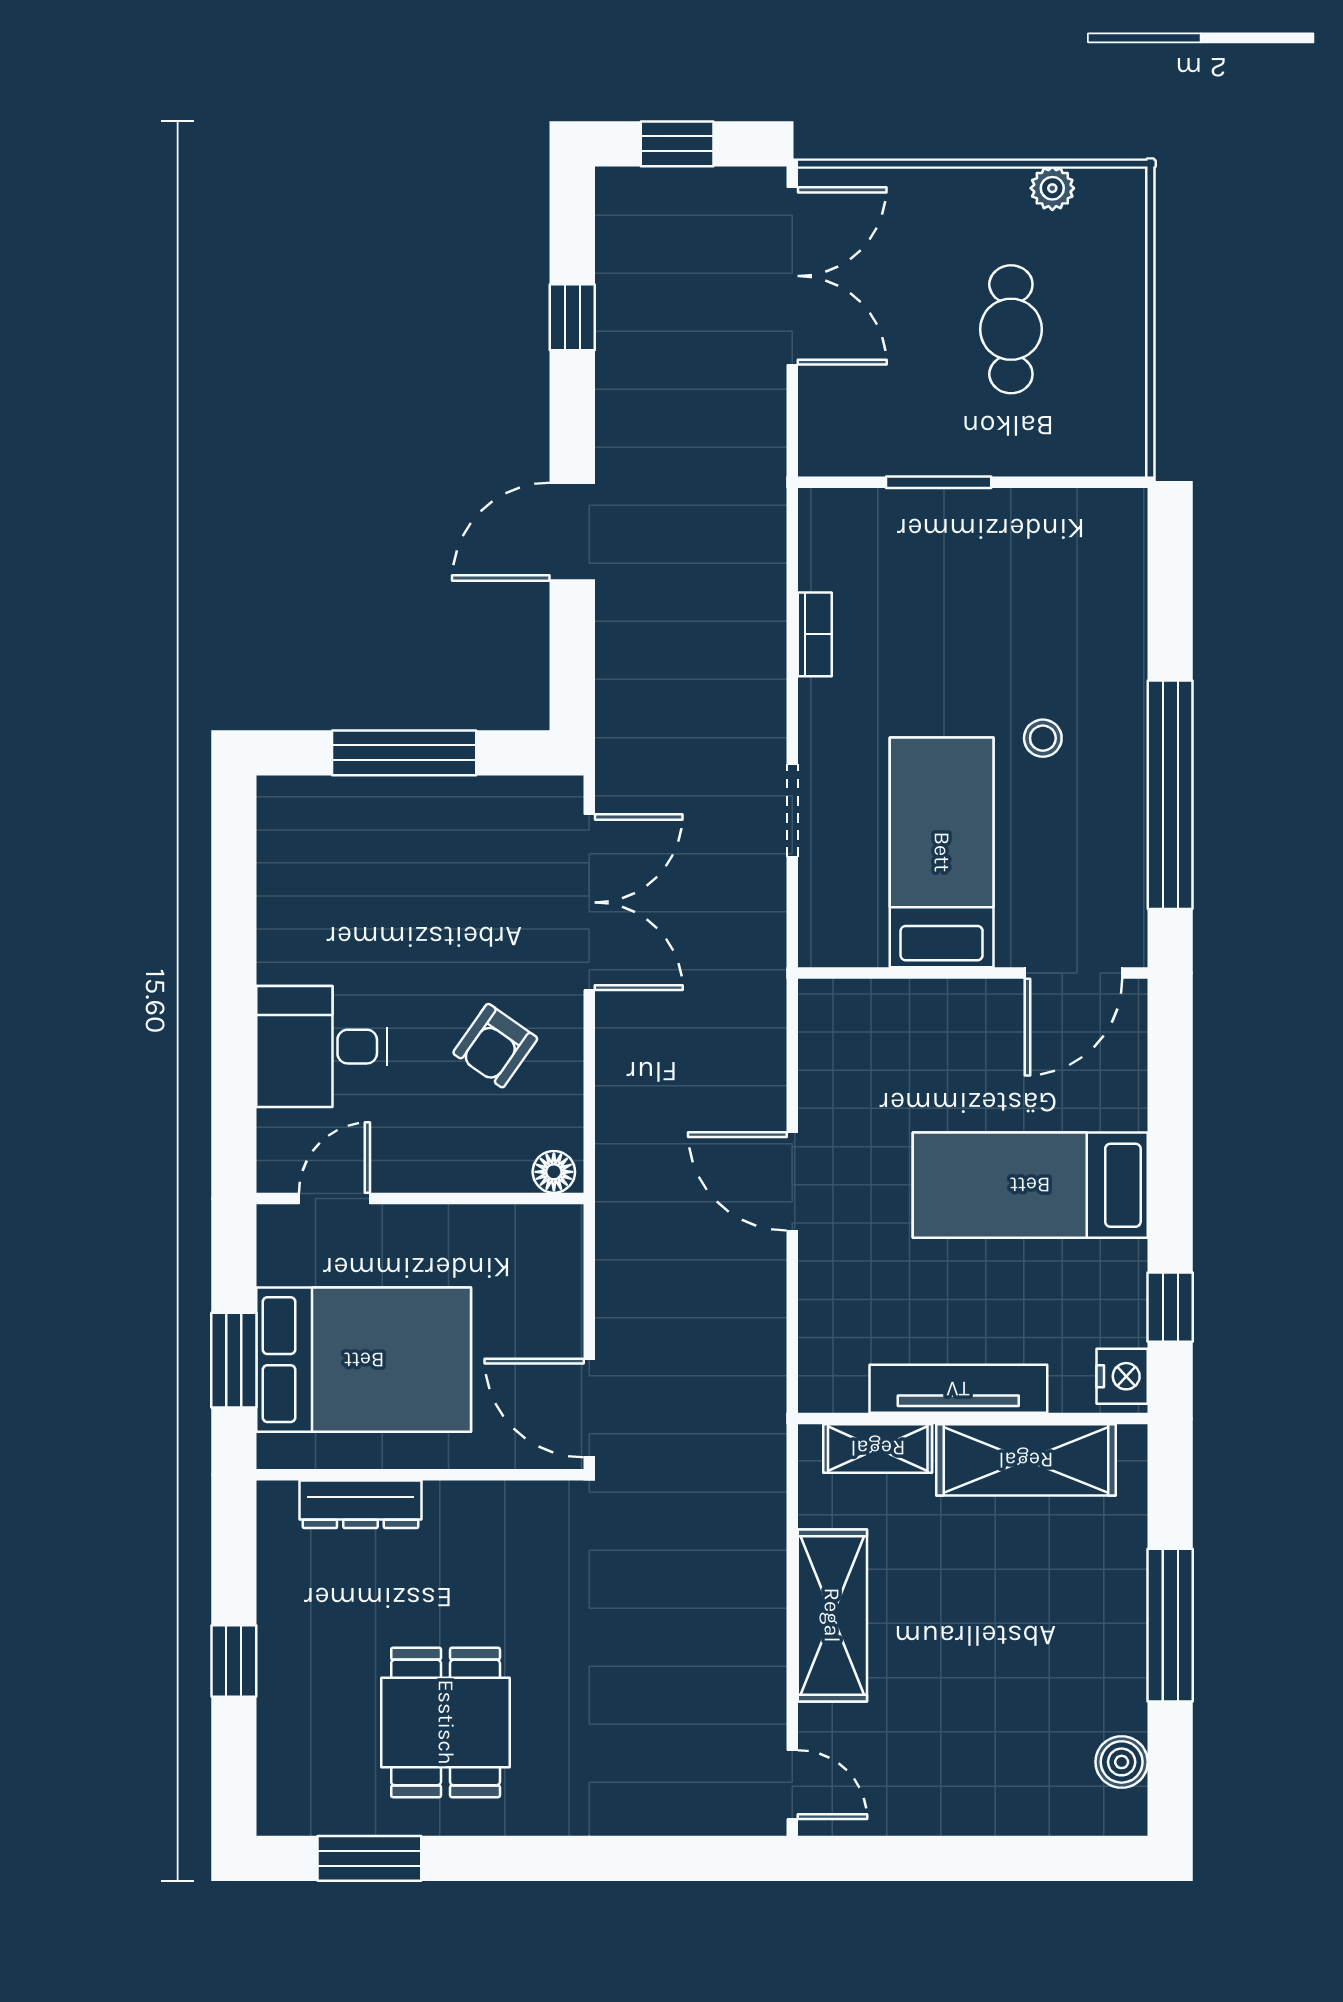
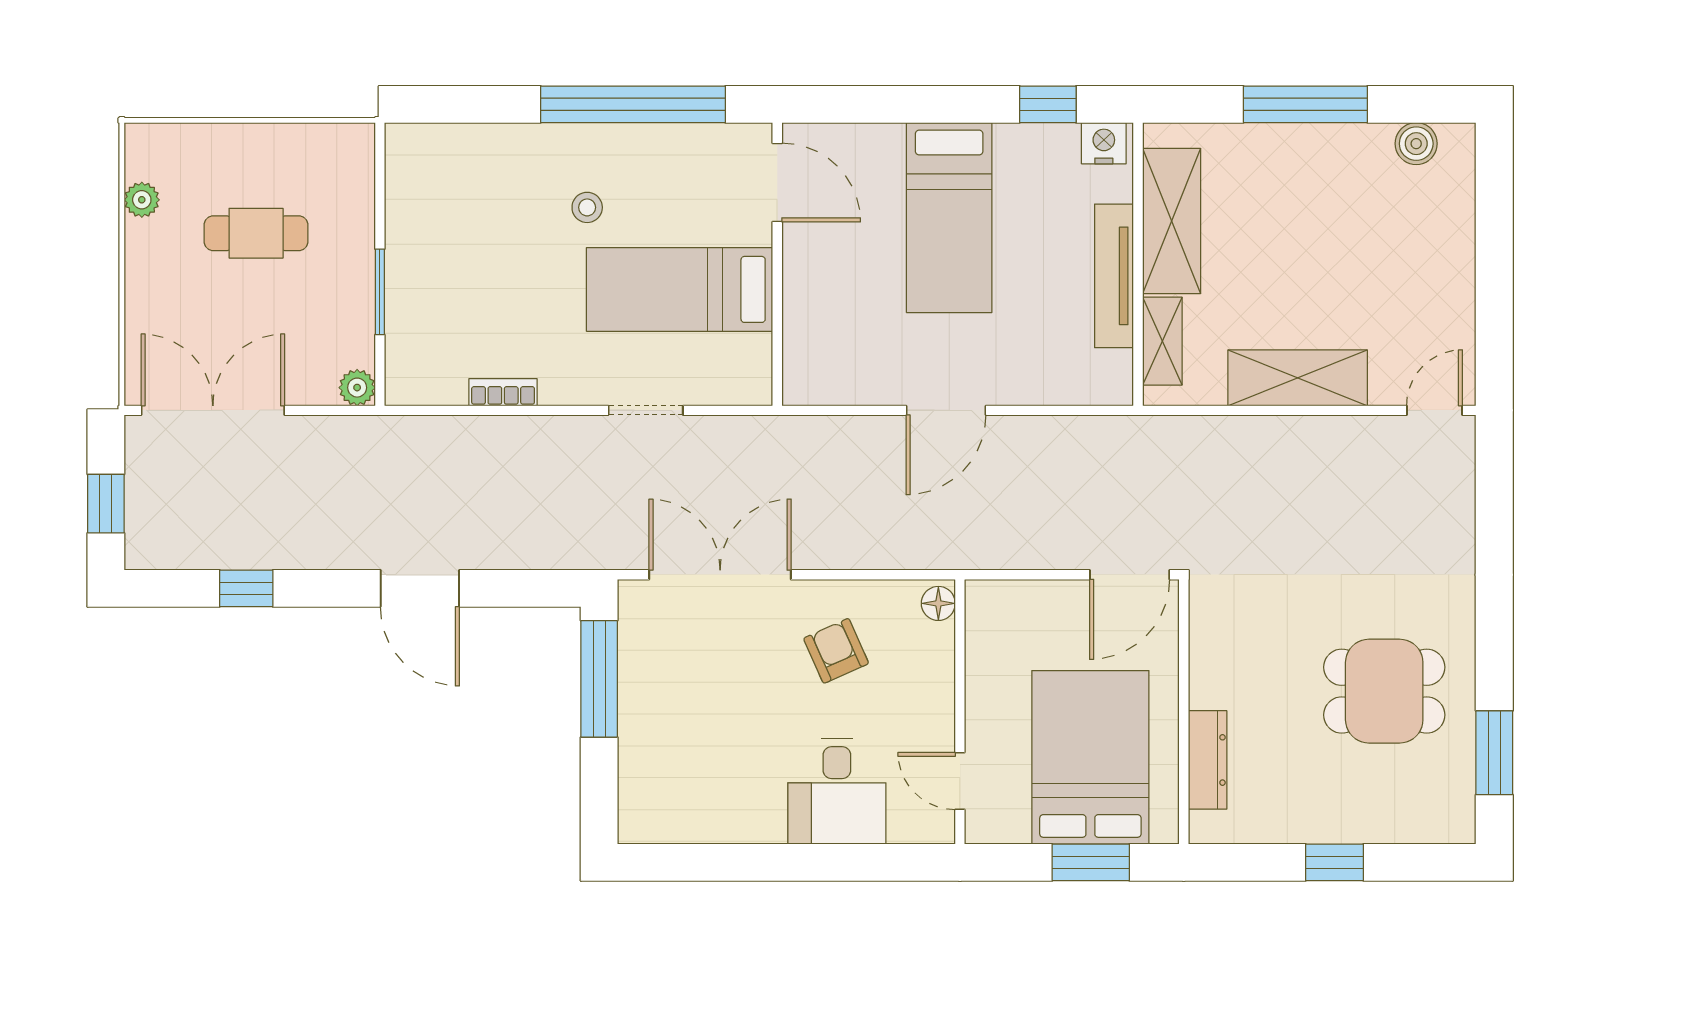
plant: (820, 454) -> (357, 388), added
window: (404, 753) -> (599, 679), moved
armchair: (495, 1046) -> (836, 651), turned -149

